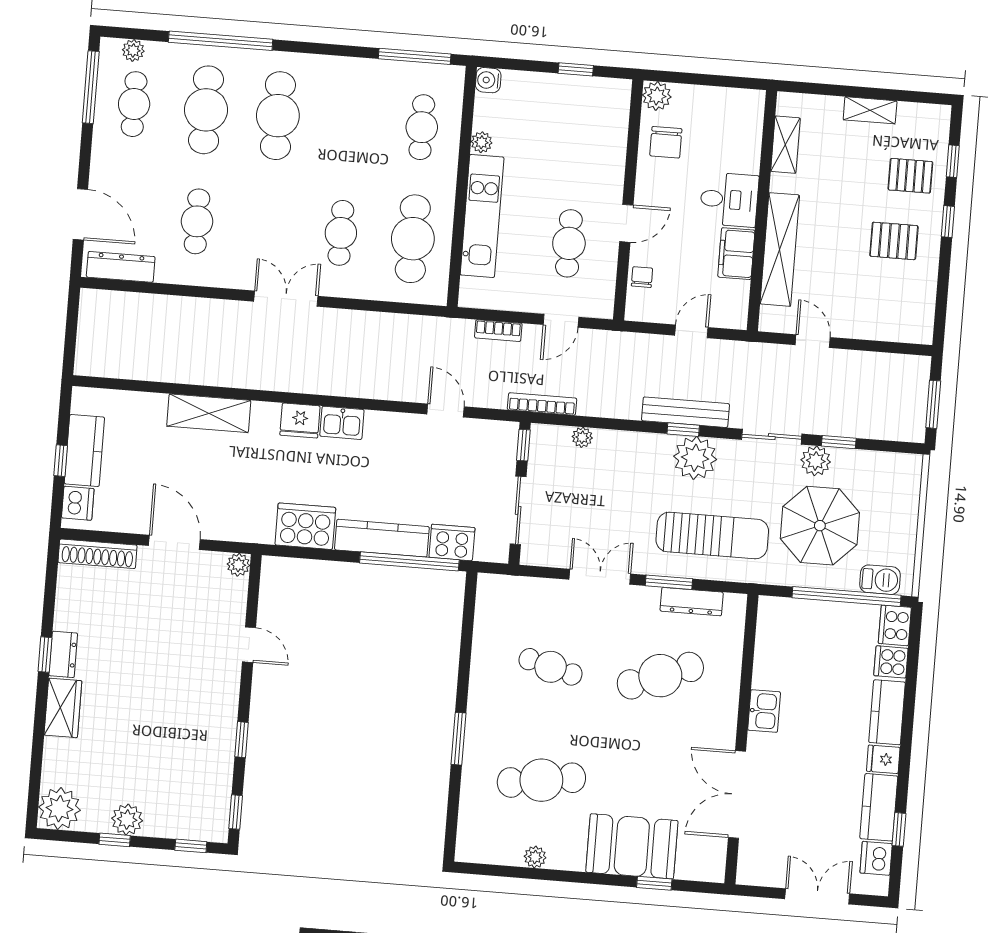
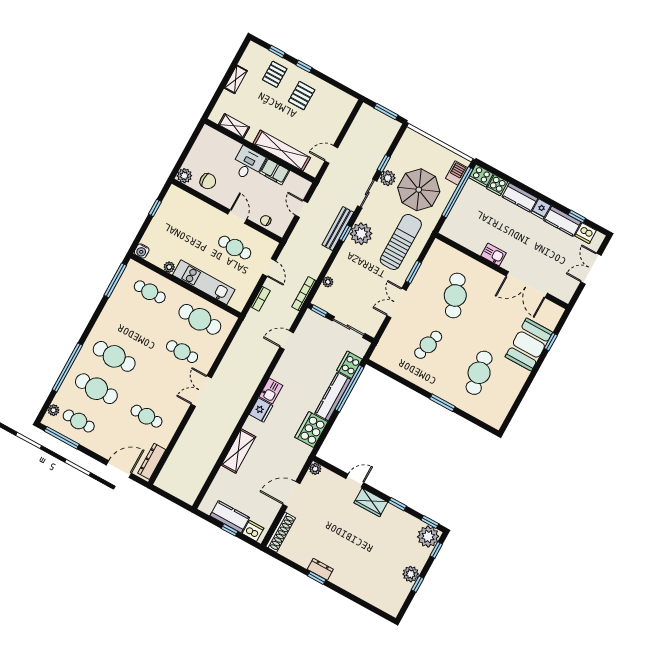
dresser: (692, 602) -> (427, 265), removed
wardrobe: (63, 708) -> (371, 502), moved, turned 180
plant: (59, 809) -> (428, 537), moved
plant: (535, 857) -> (514, 392), removed

